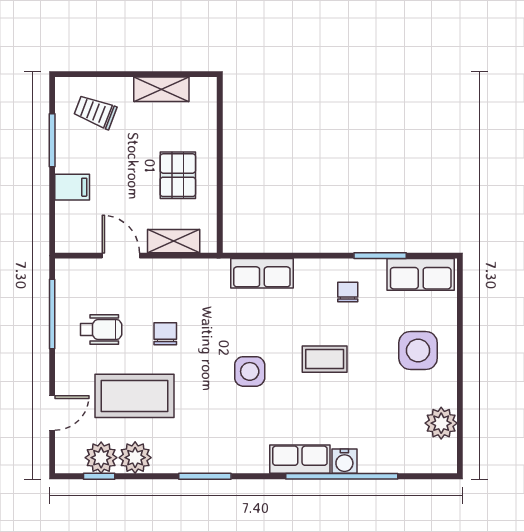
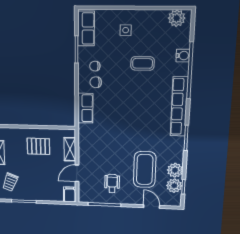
filing cabinet: (72, 187) -> (70, 194), moved
chair: (165, 334) -> (96, 82), moved
side table: (418, 350) -> (126, 30), width x0.54, depth x0.54
coffee table: (325, 359) -> (143, 63), moved, turned 90
side table: (250, 371) -> (134, 115), removed
plant: (441, 423) -> (177, 18), moved
row of seats: (300, 459) -> (179, 107), width x2.02
water cooler: (344, 461) -> (183, 56), moved

